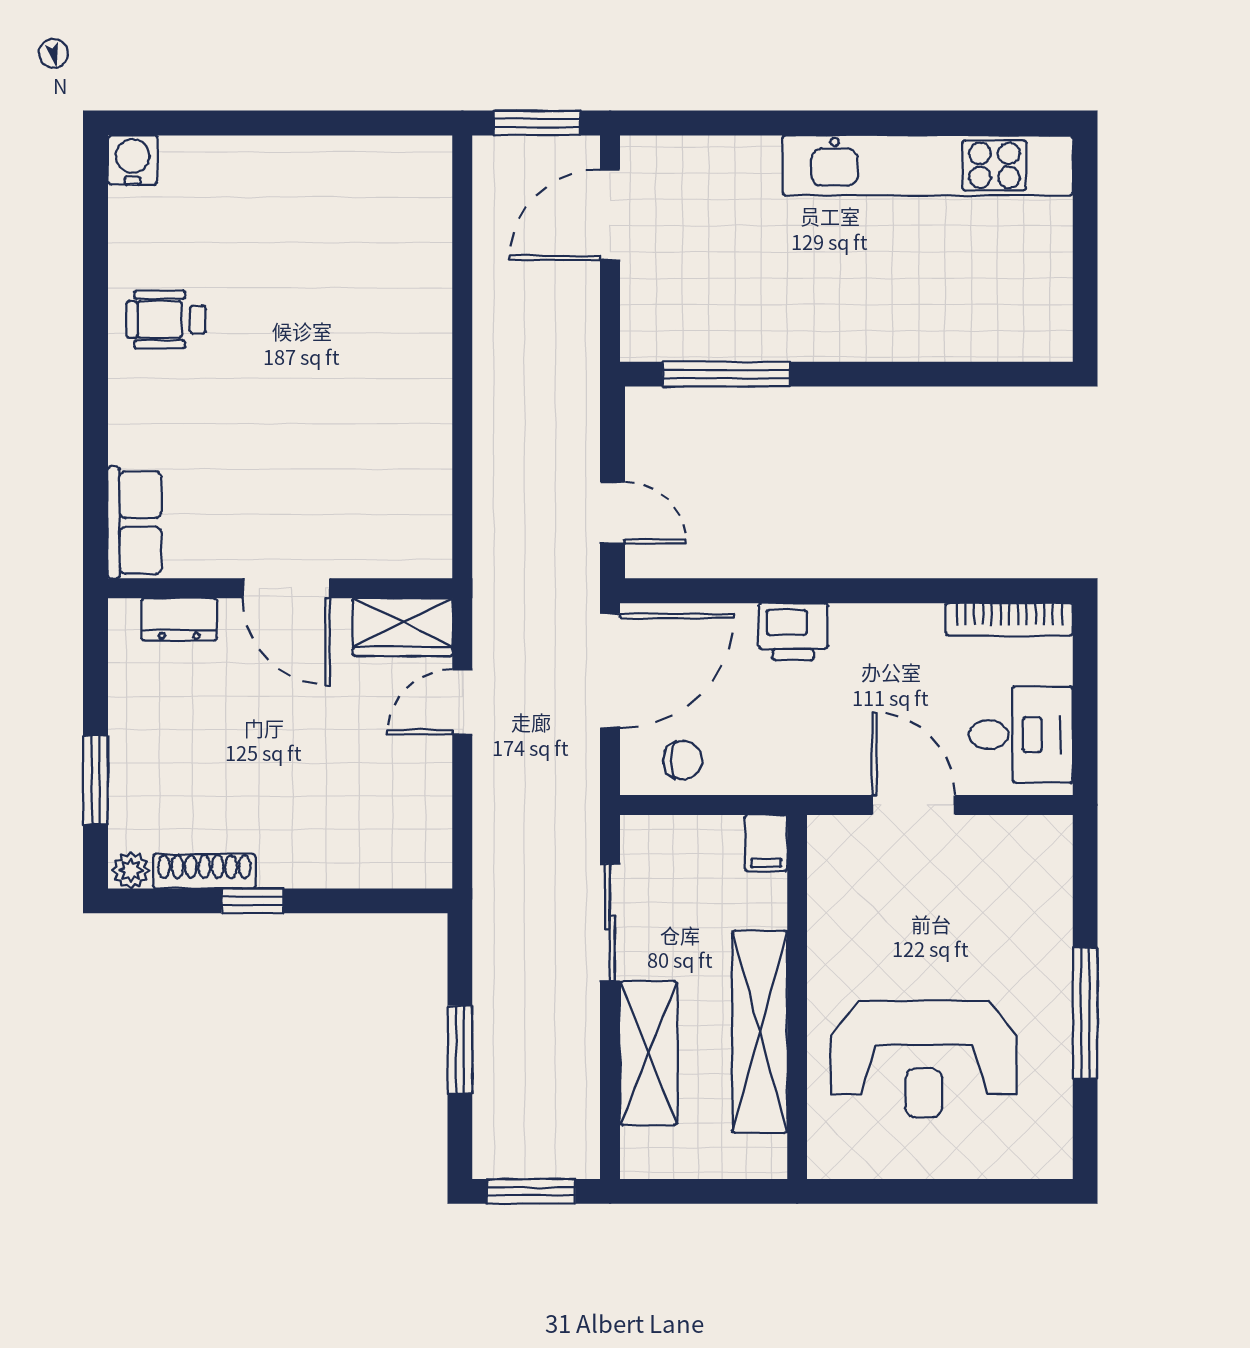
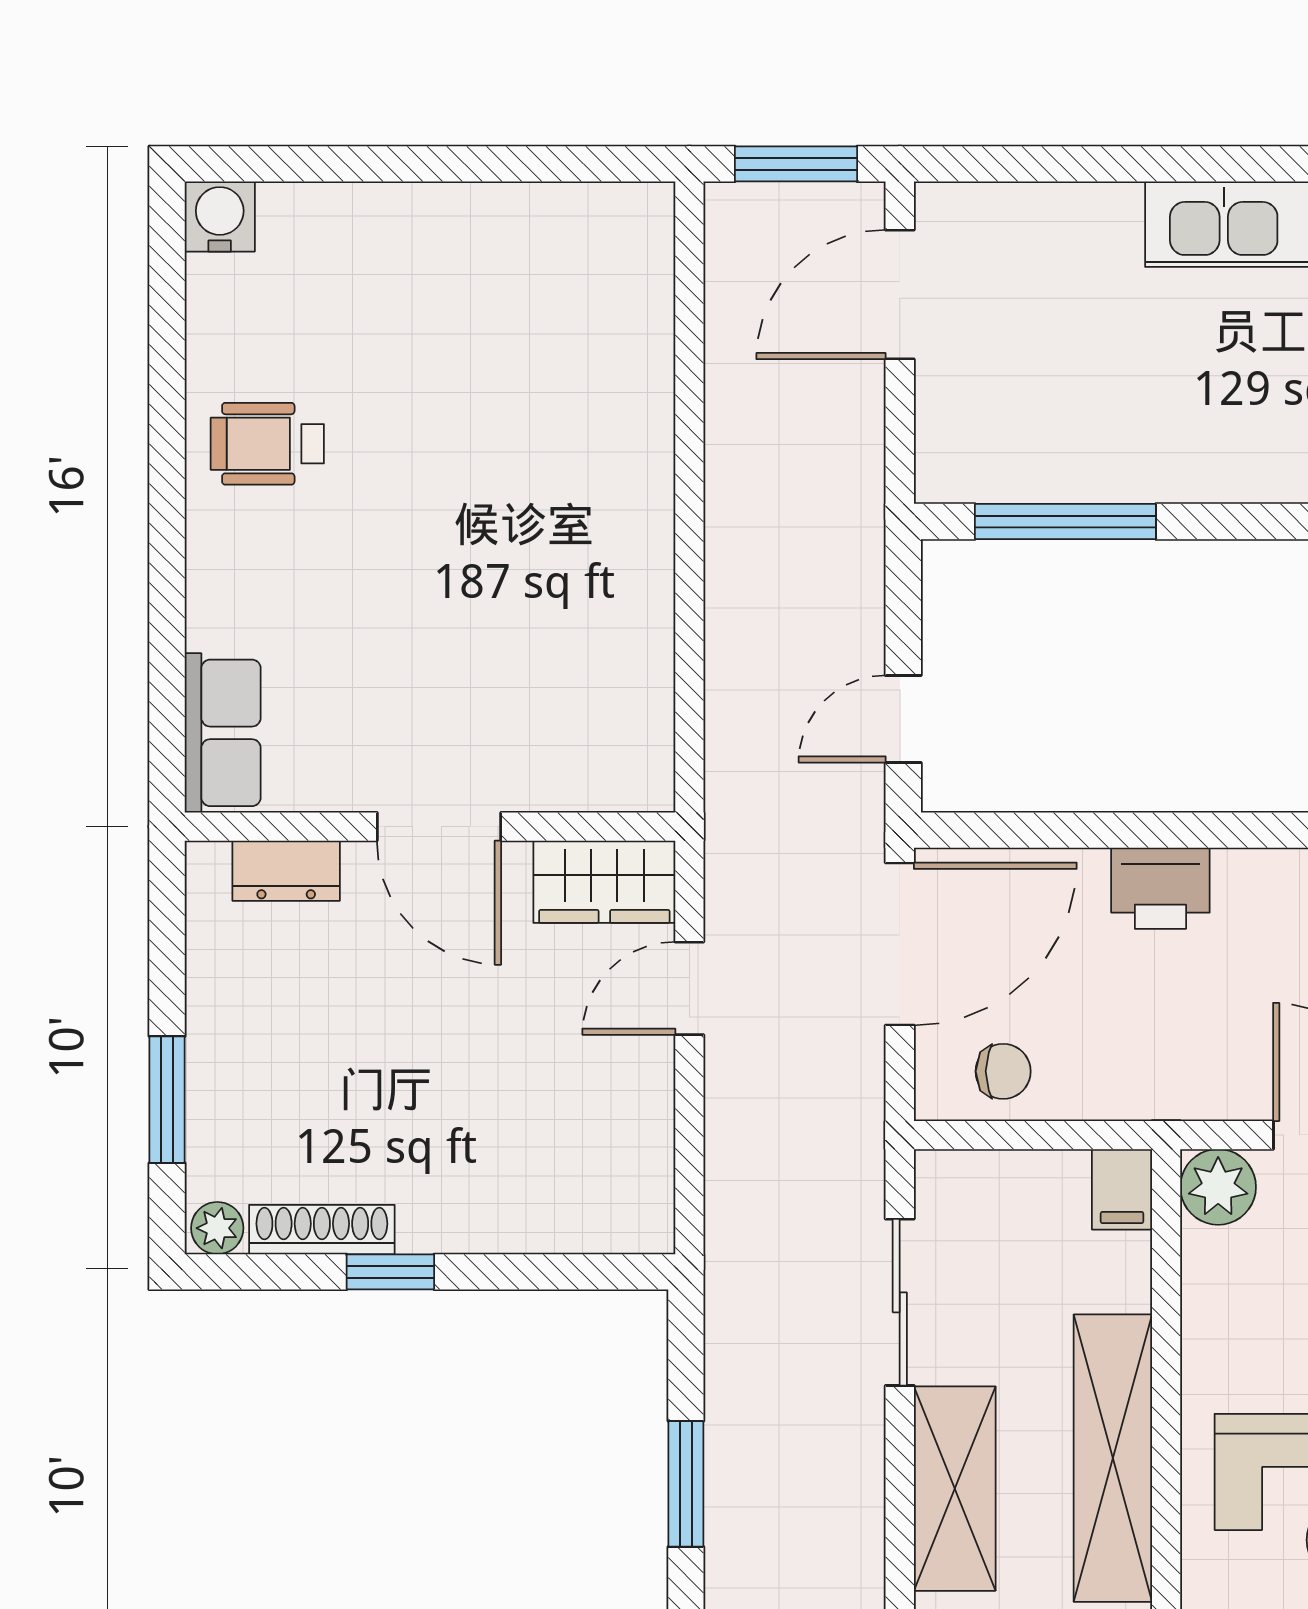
door: (612, 513) -> (903, 719), swing flipped
plant: (834, 841) -> (1218, 1187), added

